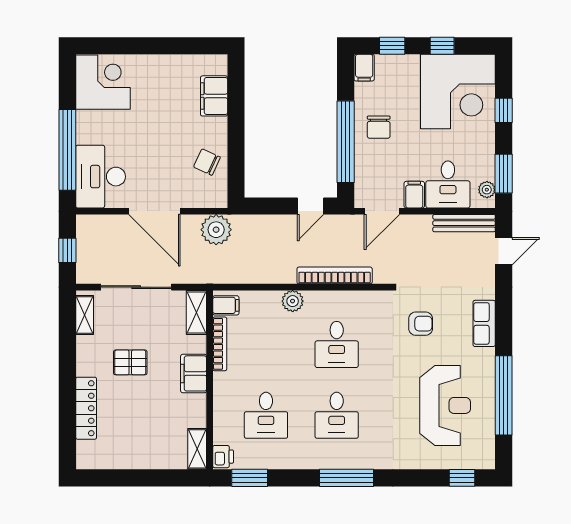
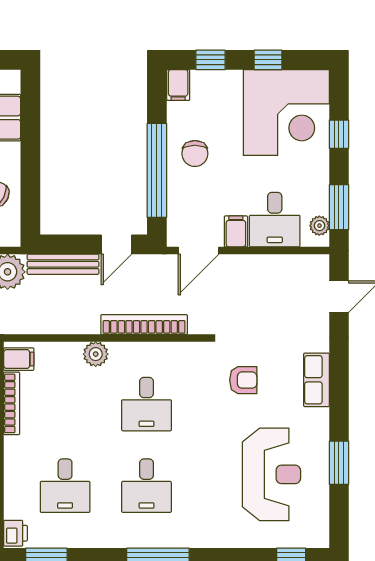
bench: (464, 223) -> (63, 264), moved
window: (504, 395) -> (339, 463), width x0.47

